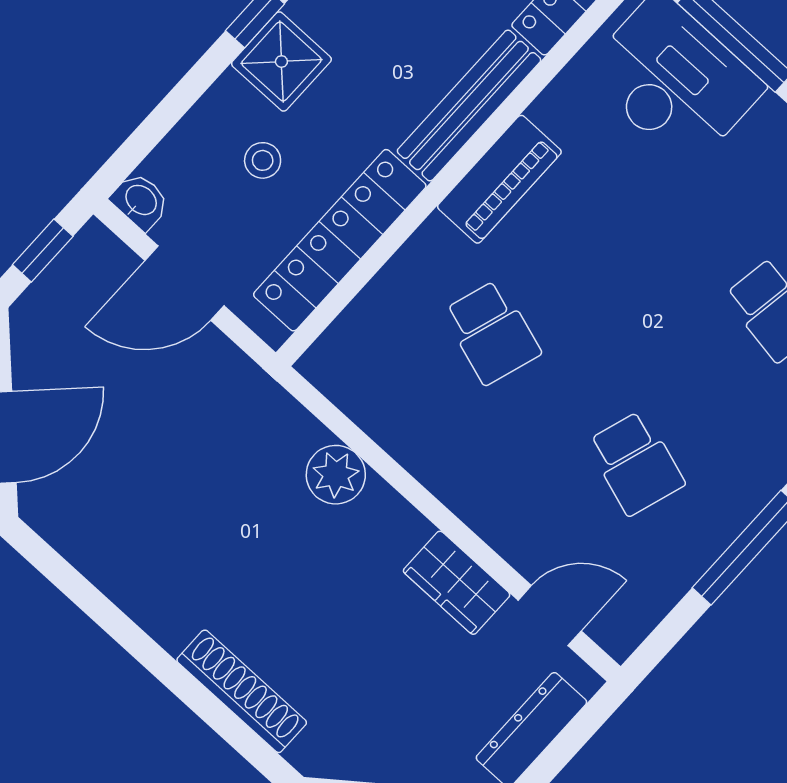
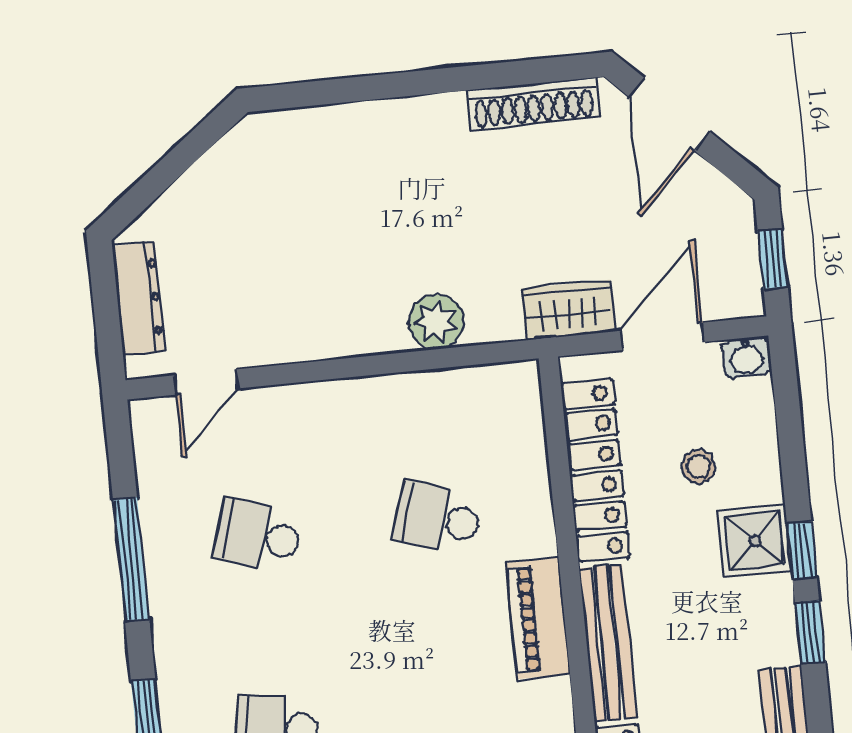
wardrobe: (457, 583) -> (568, 310), moved
shoe rack: (242, 691) -> (534, 104), moved

